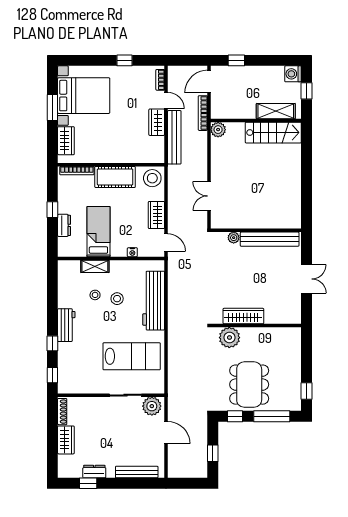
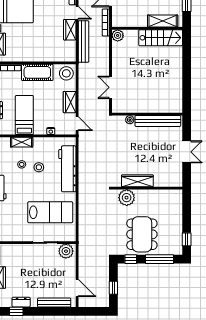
door: (166, 433) -> (77, 288), moved

